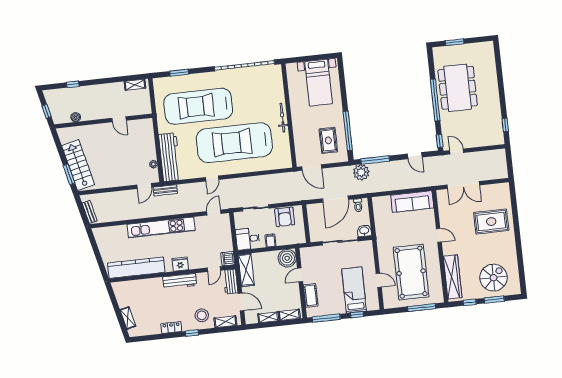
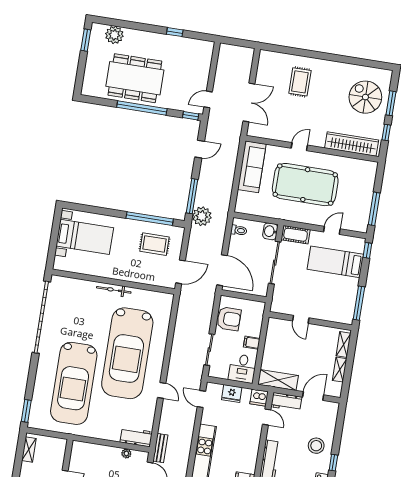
window: (455, 42) -> (86, 40), moved
plant: (488, 62) -> (114, 35), added
window: (179, 73) -> (26, 411), moved
window: (505, 125) -> (175, 32), moved
workbench: (170, 157) -> (136, 437), width x0.53, depth x0.76
door: (335, 199) -> (222, 270), moved
rug: (491, 222) -> (300, 82), width x0.73, depth x0.70
boiler: (287, 258) -> (277, 329), removed
fridge: (180, 264) -> (232, 394), moved, turned -90
pool table: (411, 272) -> (305, 185), moved
cot: (311, 295) -> (296, 235), moved
window: (422, 308) -> (374, 209), moved
window: (357, 315) -> (367, 250), moved
shelving: (225, 322) -> (331, 420), removed

